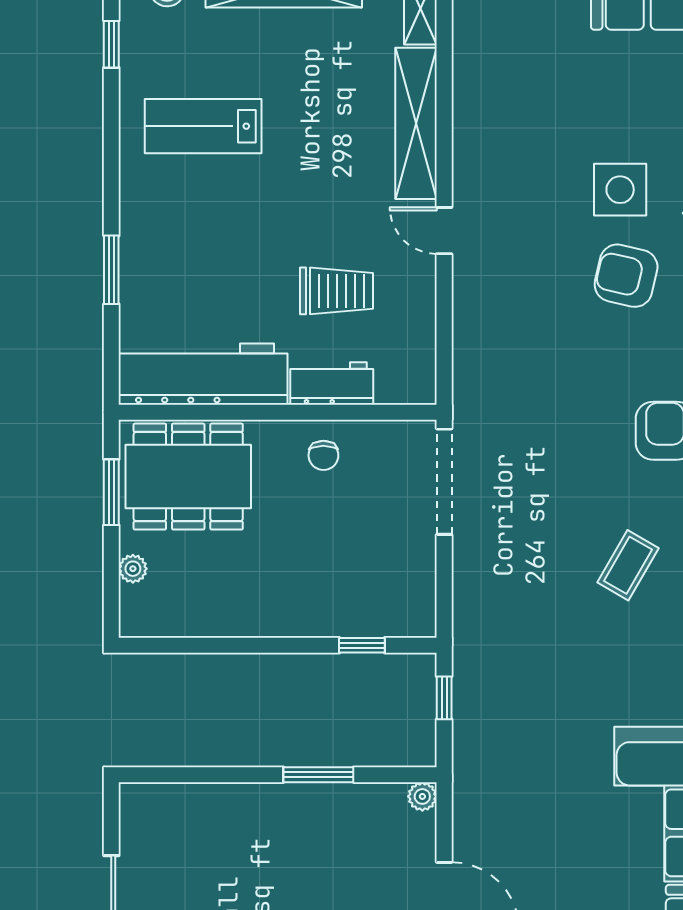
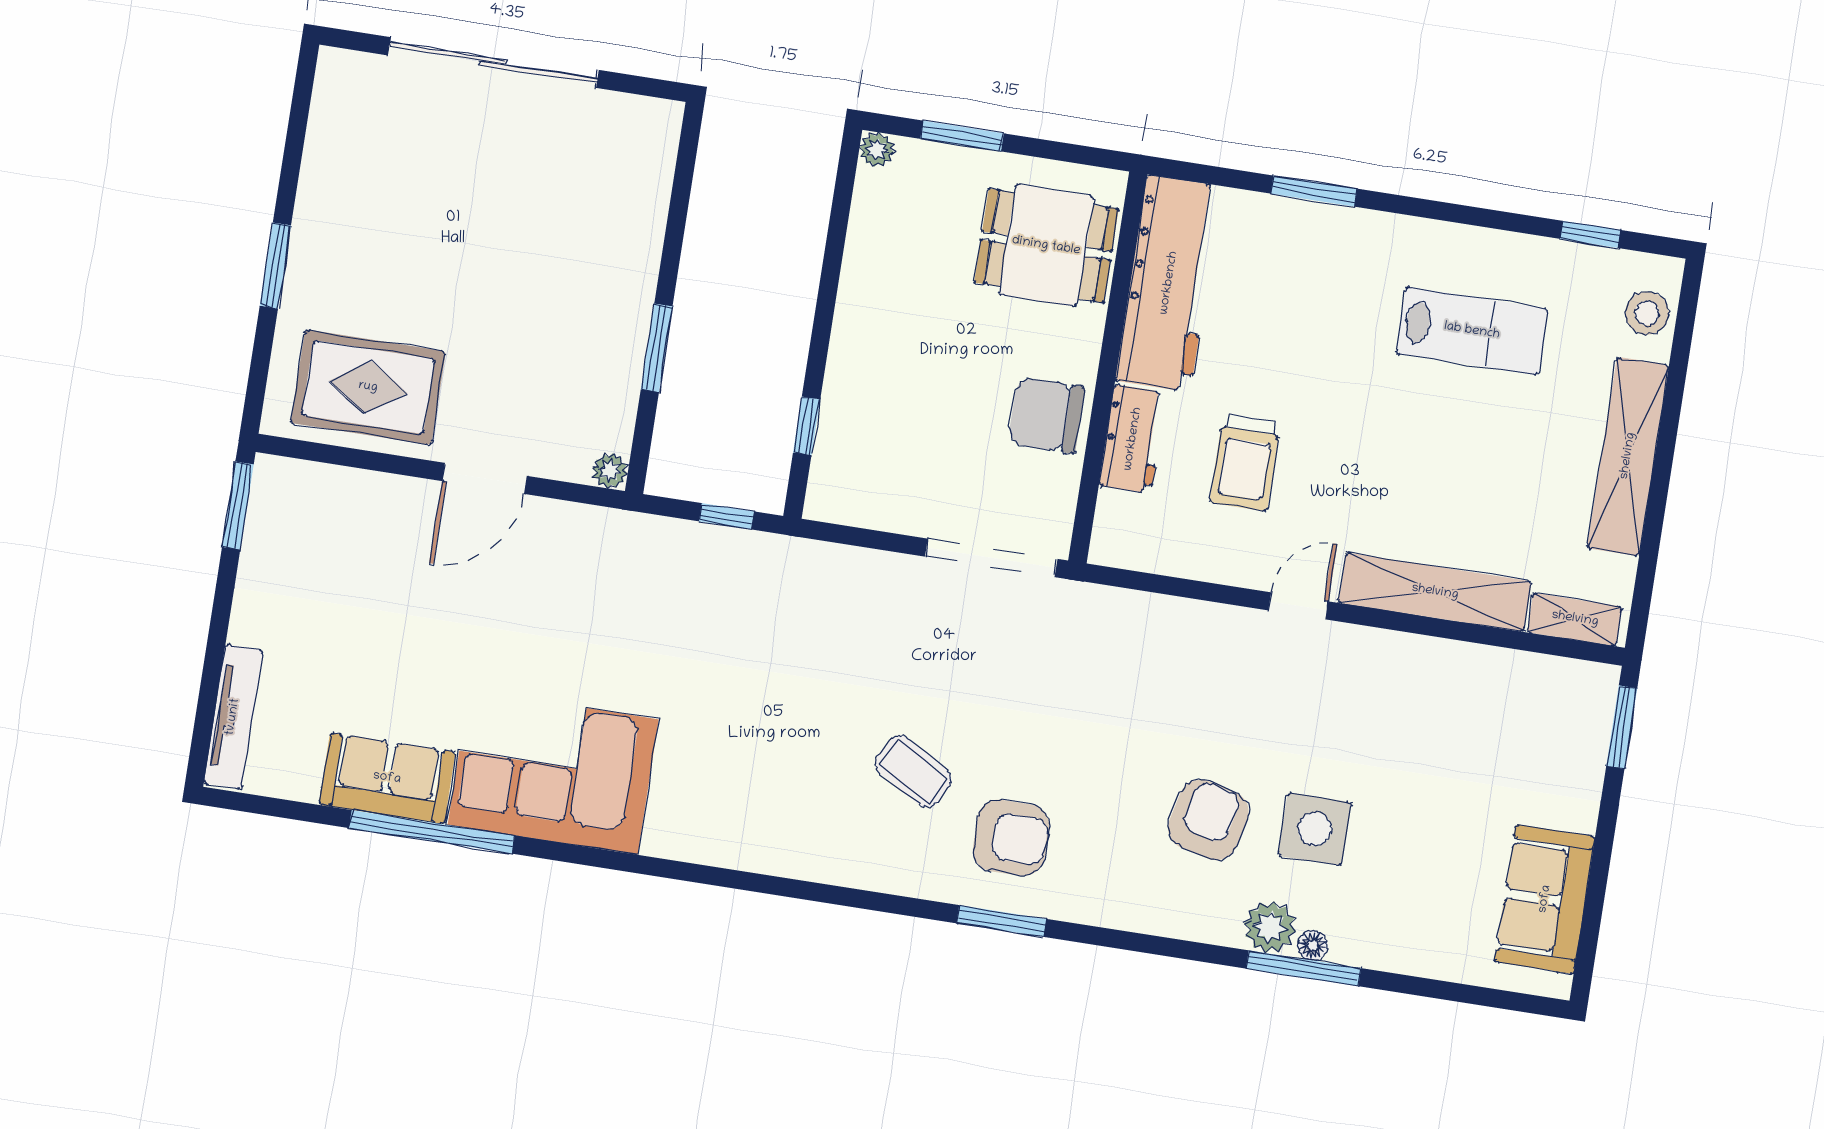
lab bench: (203, 126) -> (1472, 331), turned 90
chair: (323, 455) -> (1046, 415), width x1.87, depth x1.87
dining table: (188, 477) -> (1046, 246), width x0.73
window: (111, 492) -> (962, 136), moved
coffee table: (628, 565) -> (913, 772), moved
plant: (133, 569) -> (877, 150), moved

